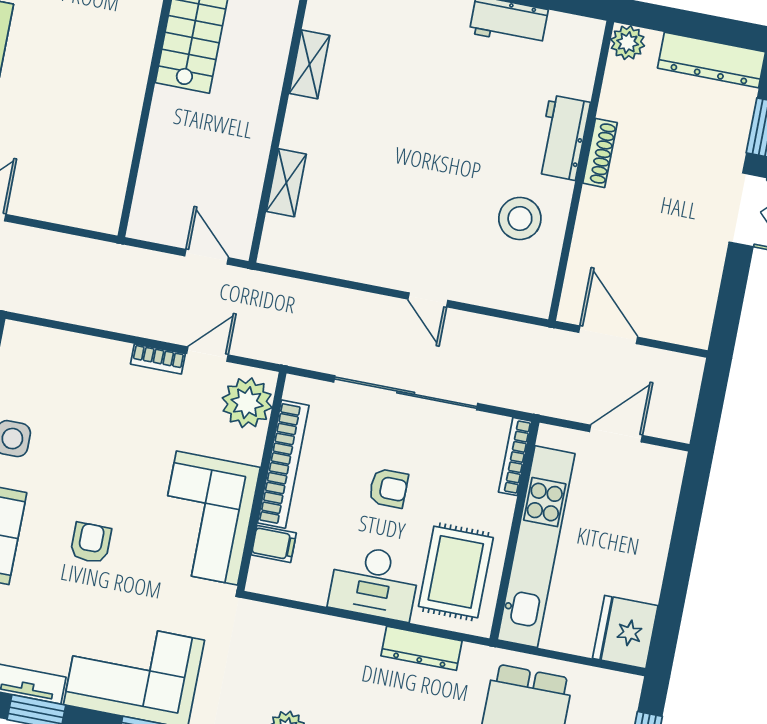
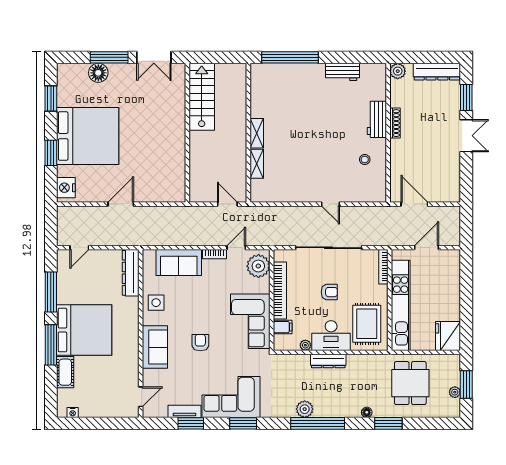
shelving: (309, 64) -> (257, 133), moved
stool: (520, 218) -> (365, 159), width x0.53, depth x0.53
sofa: (78, 362) -> (179, 262), added
plant: (315, 592) -> (305, 345), added
dresser: (422, 648) -> (328, 361), moved

